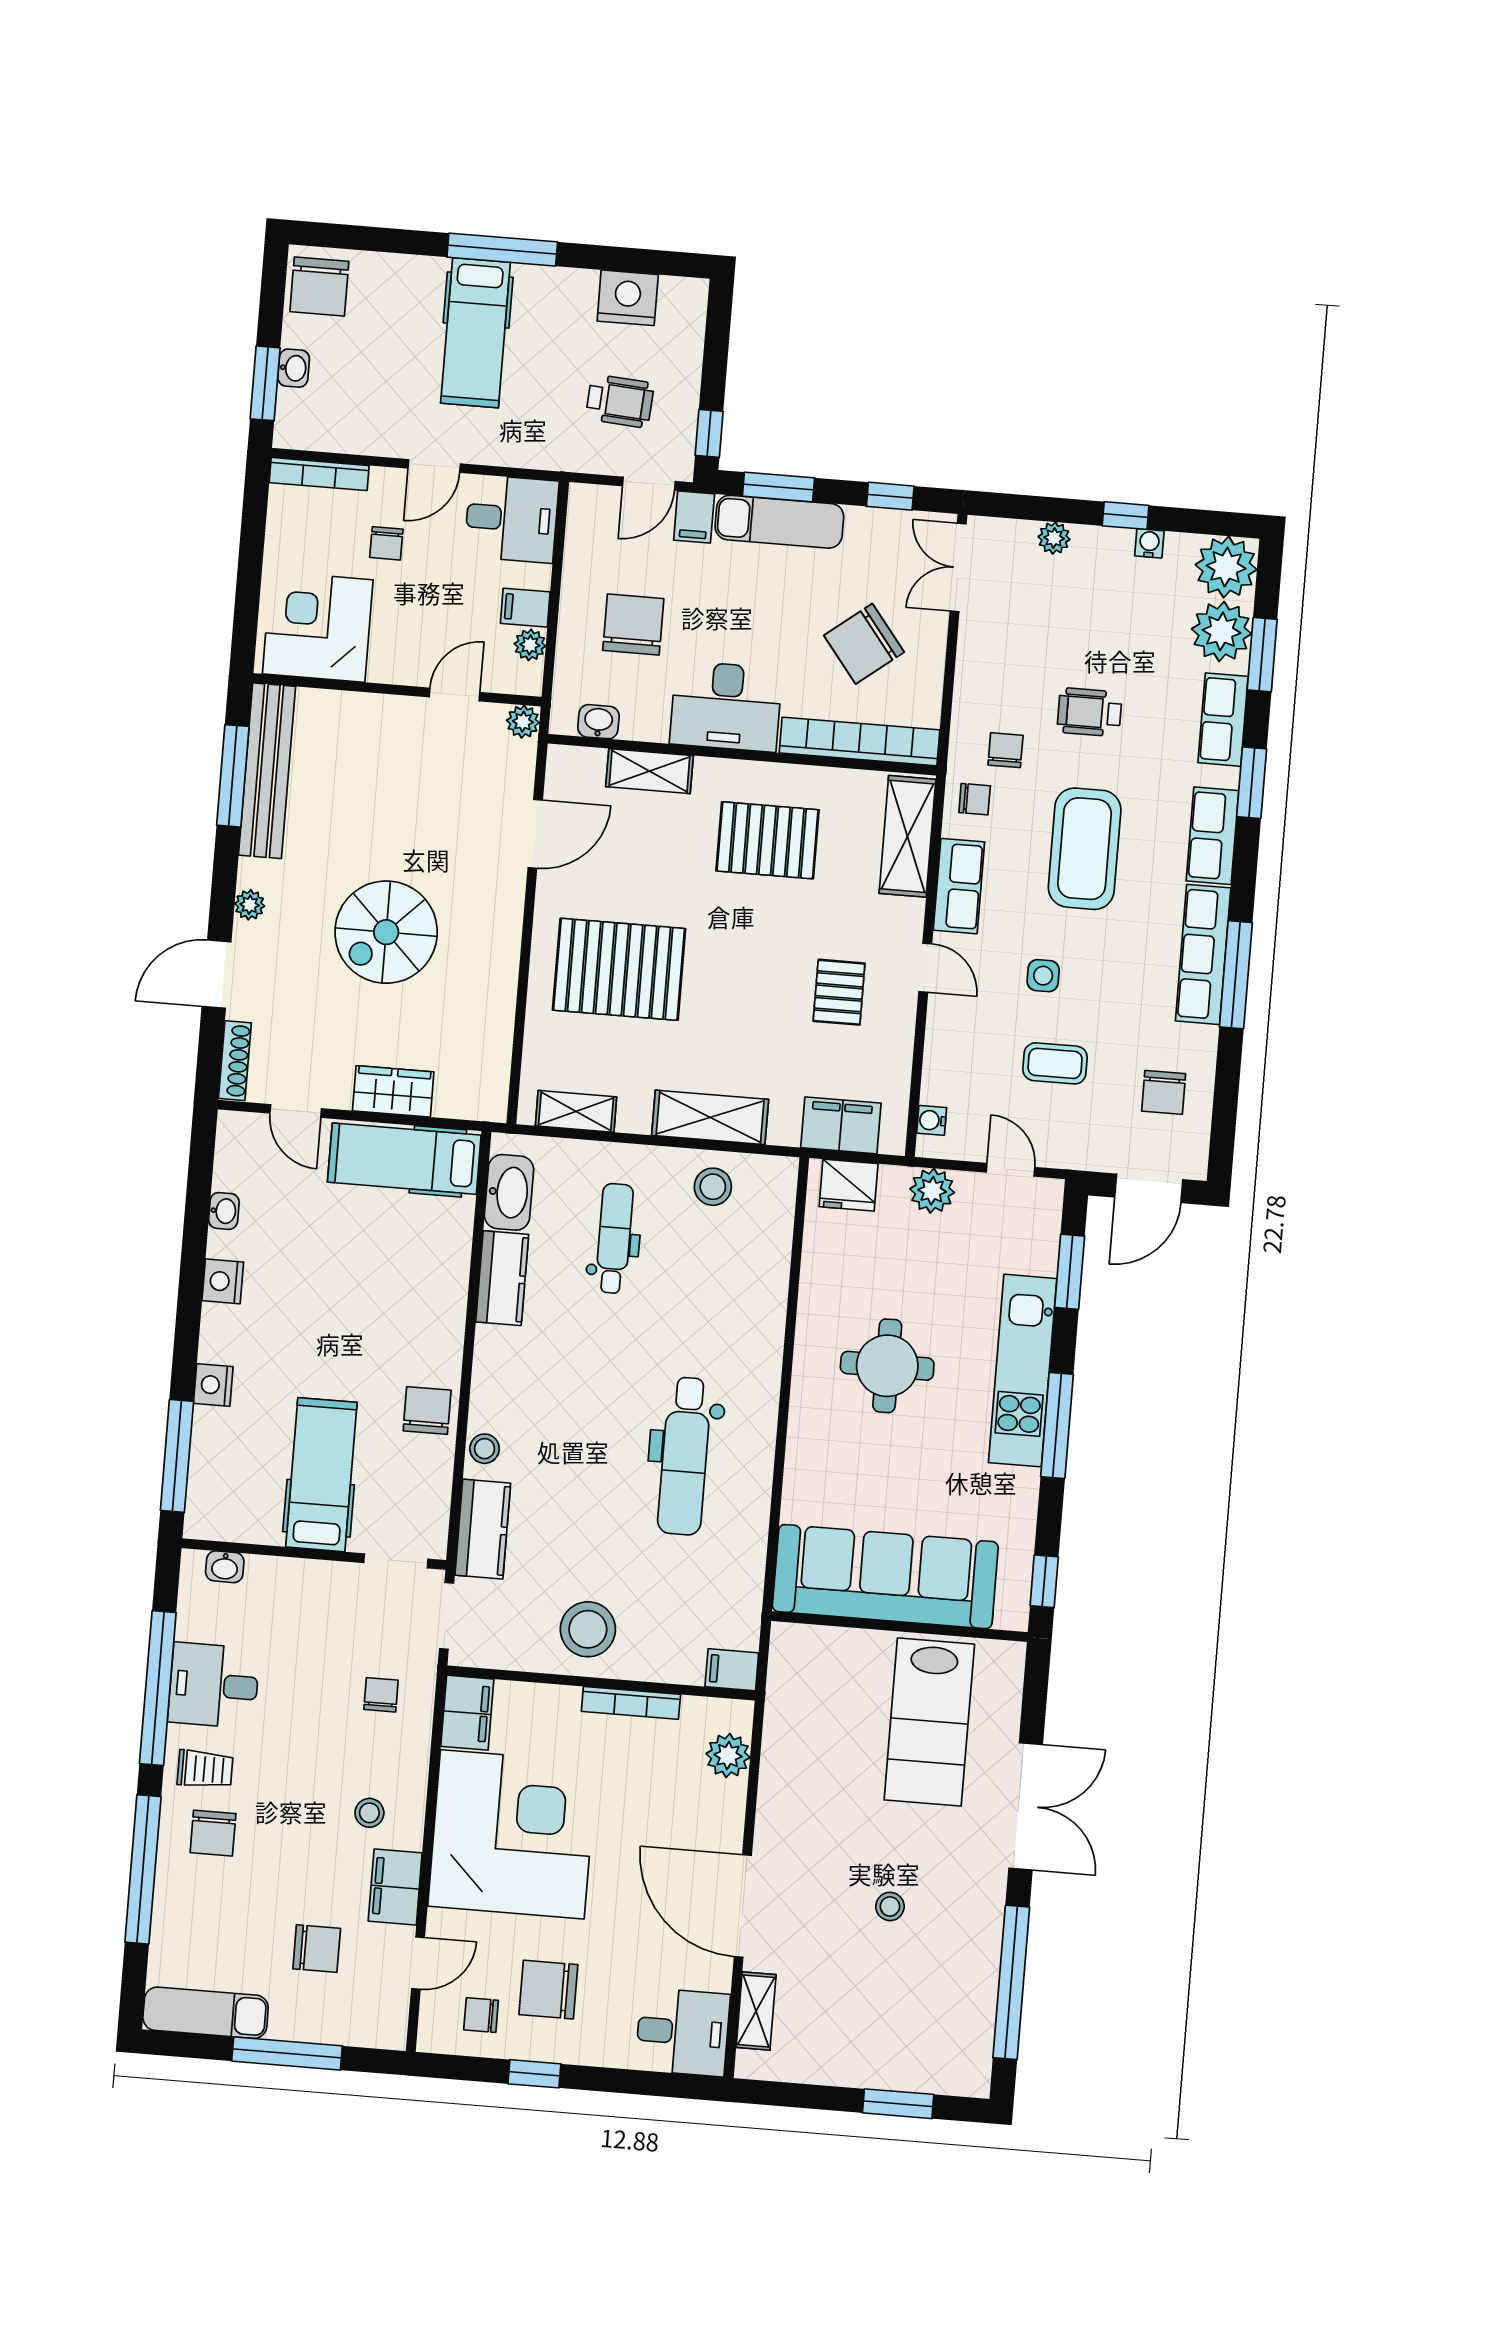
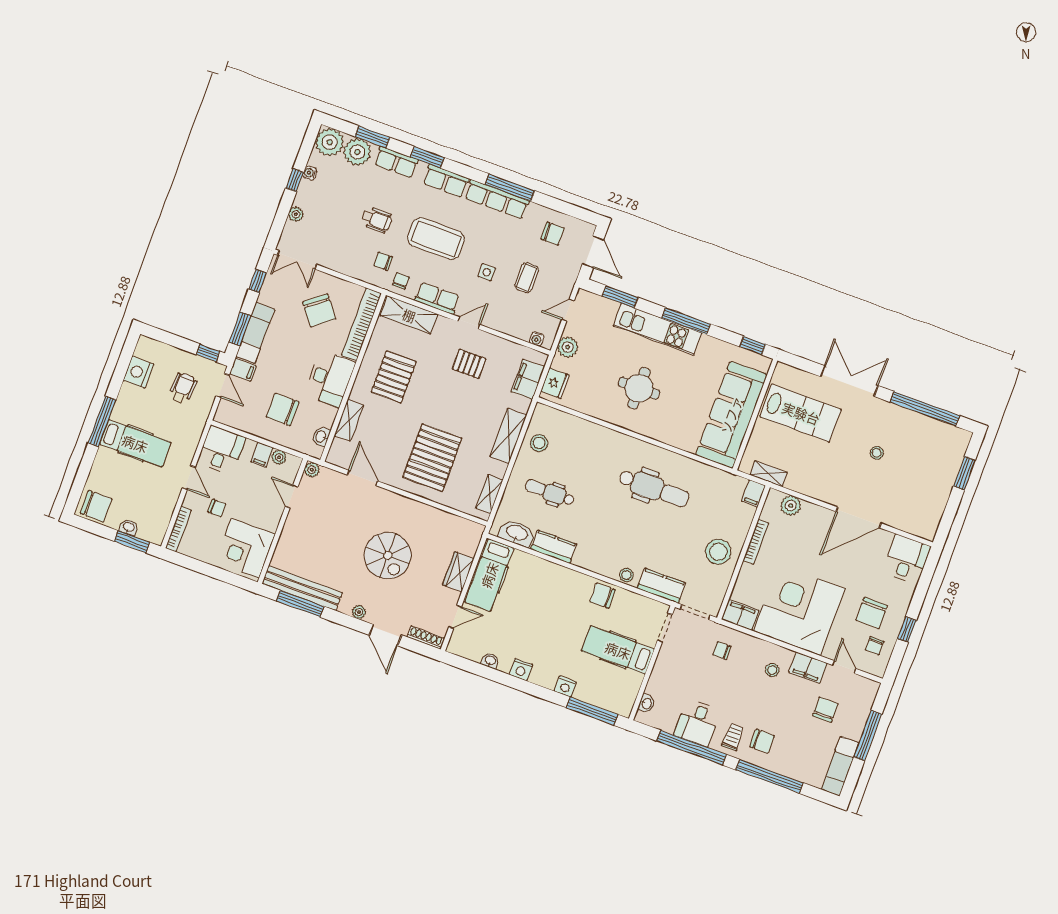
wheelchair: (1090, 712) -> (377, 220), turned -90
shelving: (756, 2011) -> (769, 474), moved

